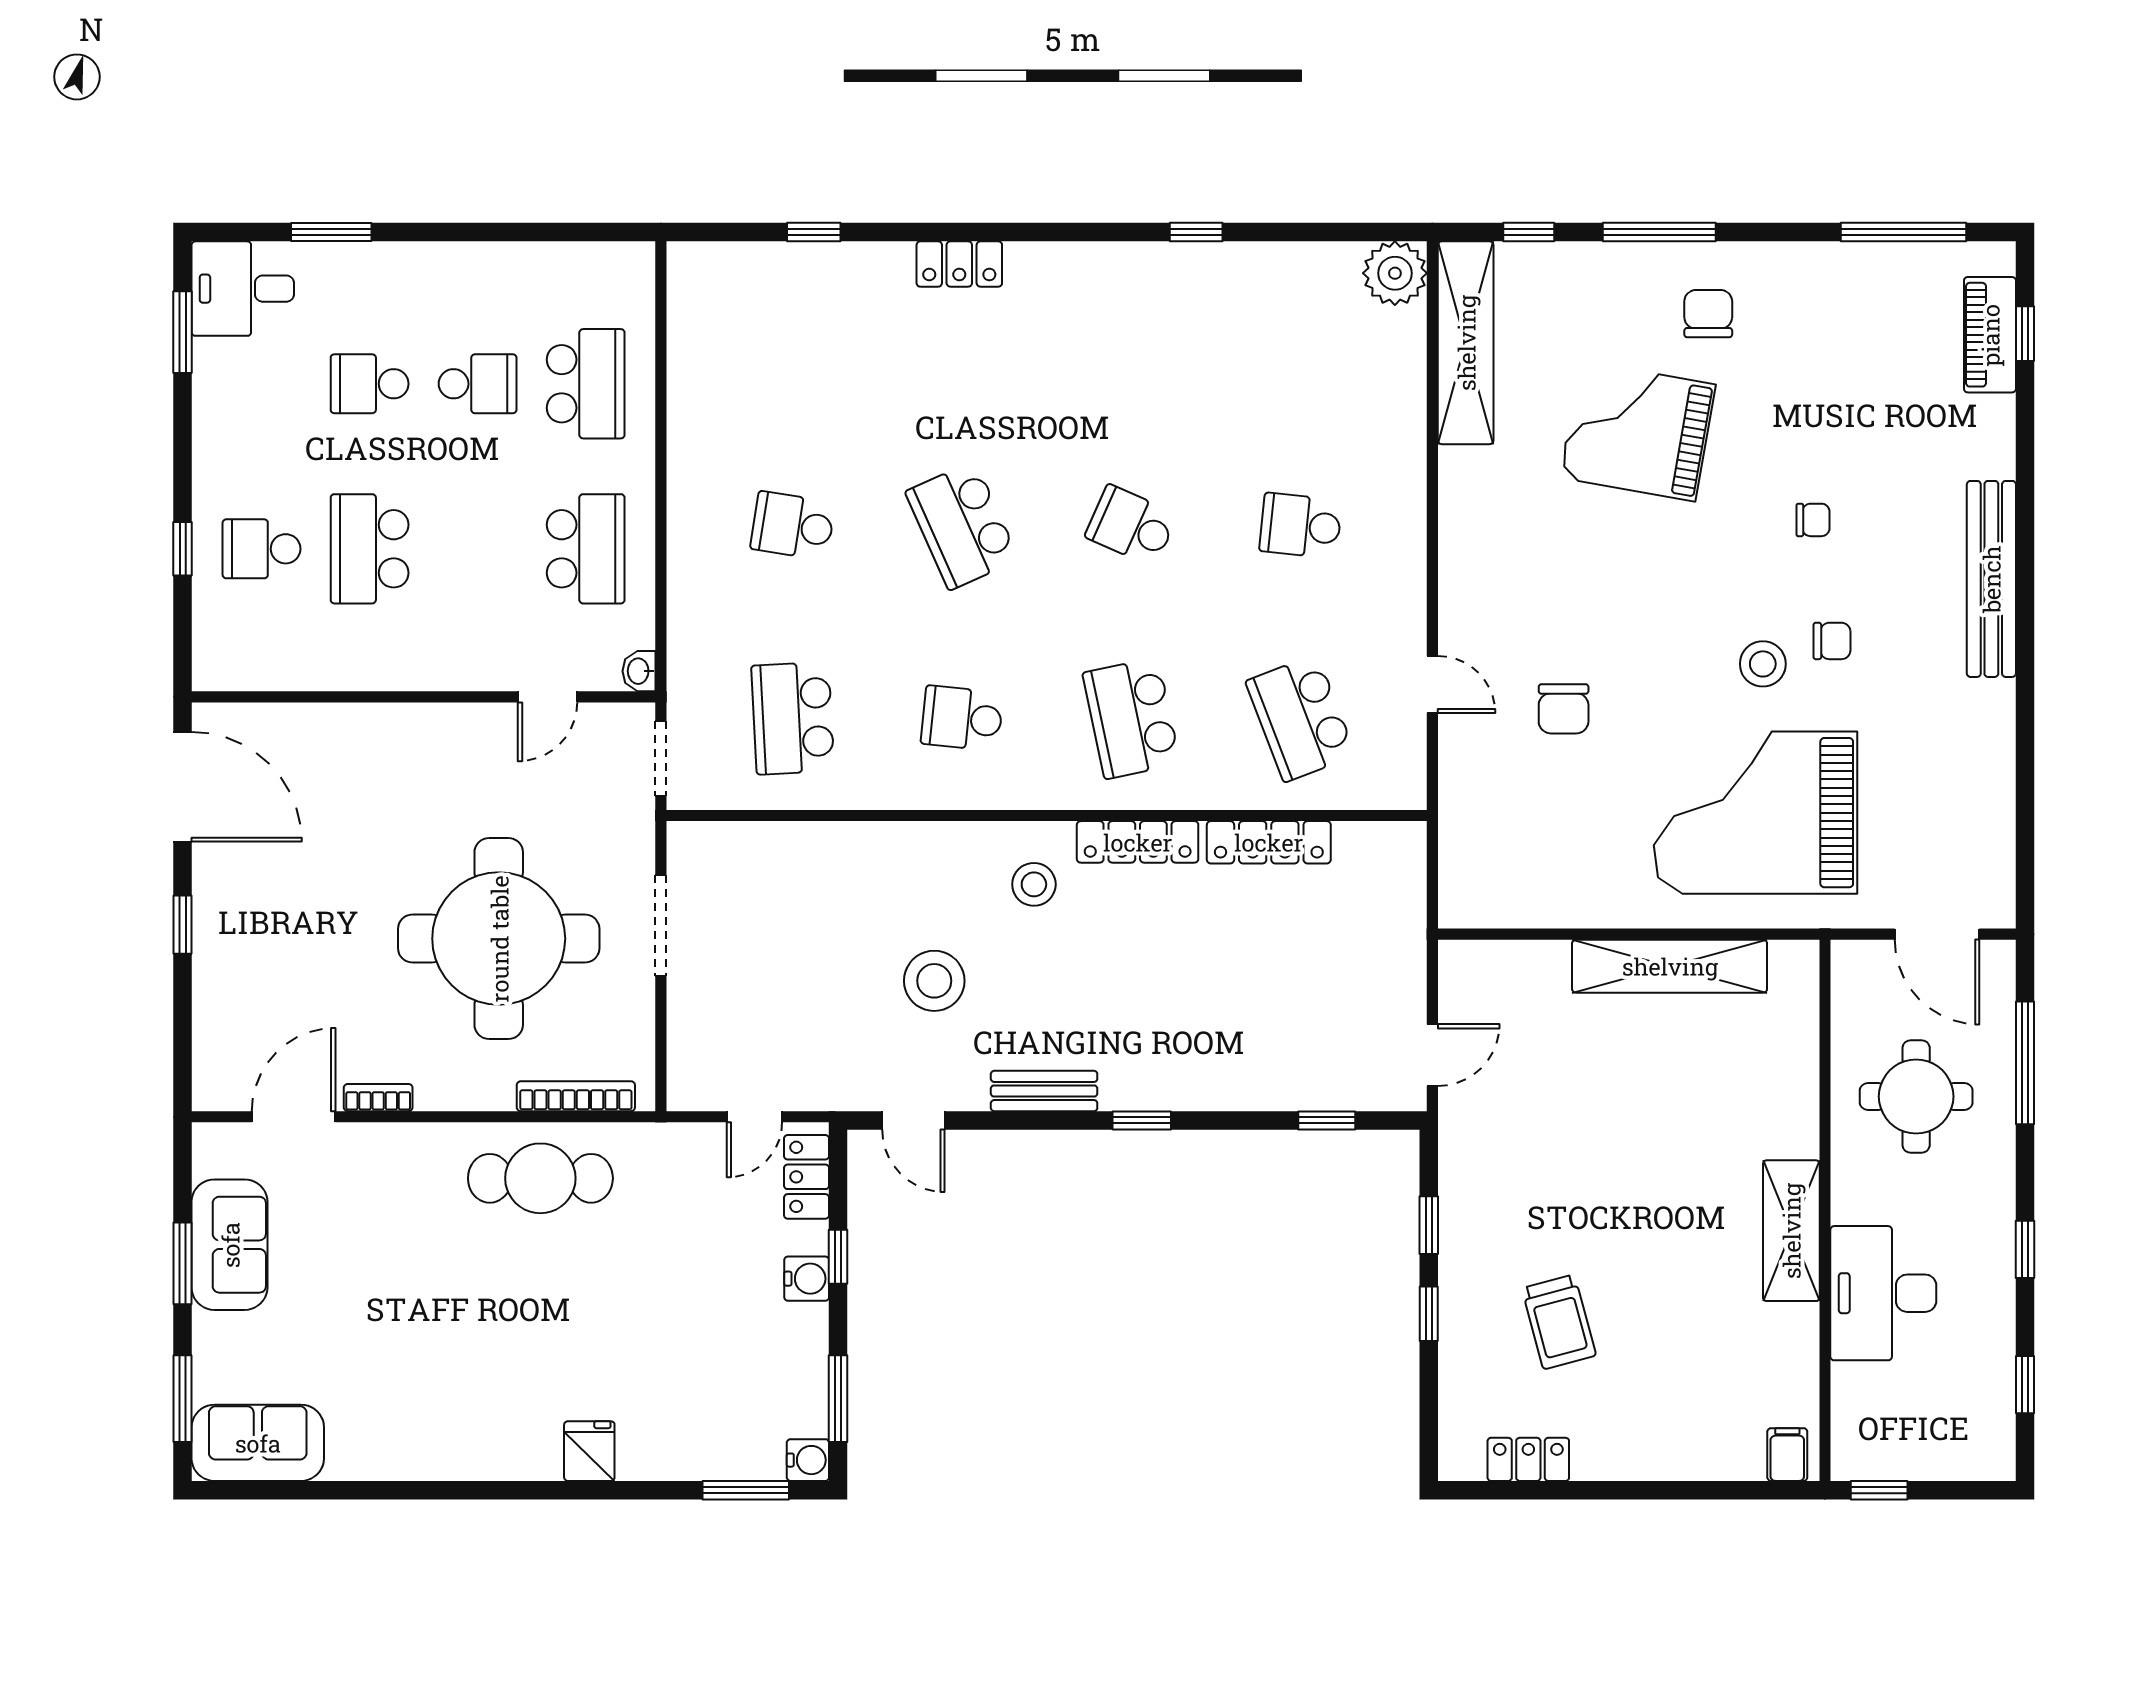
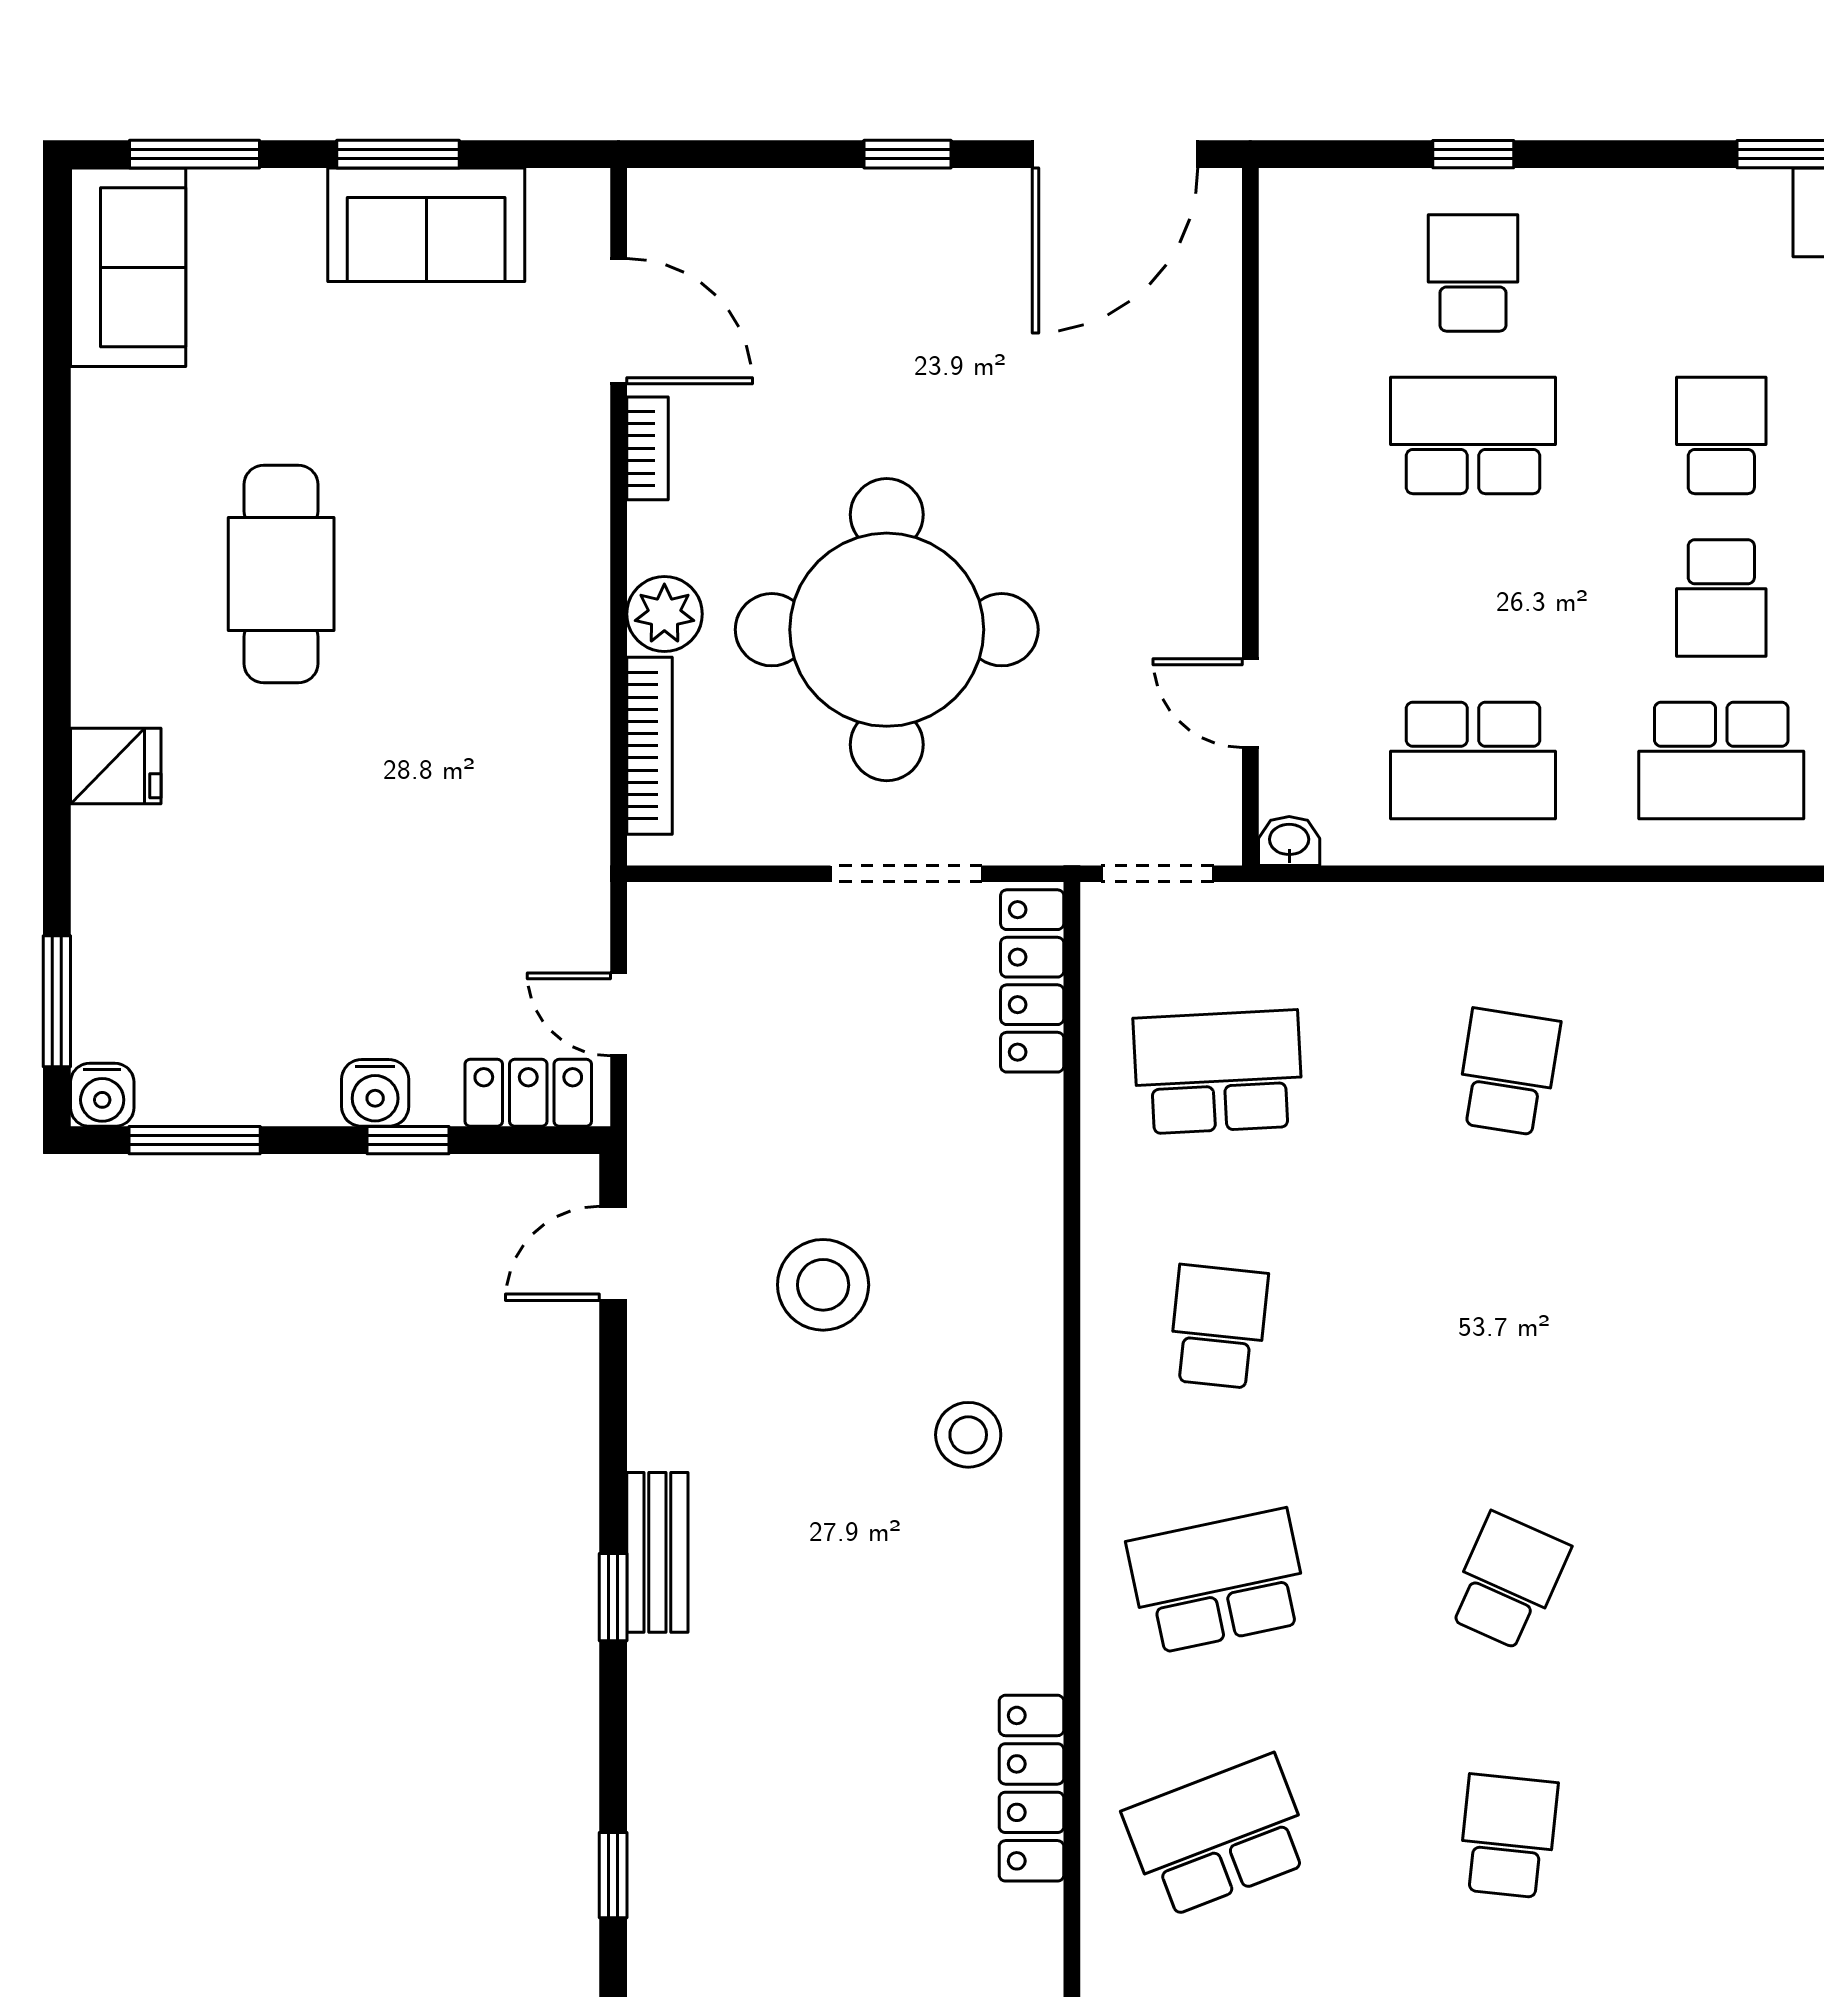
school desk: (962, 526) -> (1508, 1327), removed
locker: (1138, 842) -> (1032, 981), moved
plant: (488, 1086) -> (664, 614), added
bench: (1044, 1091) -> (657, 1552), moved
cafe table: (540, 1178) -> (281, 574), moved

